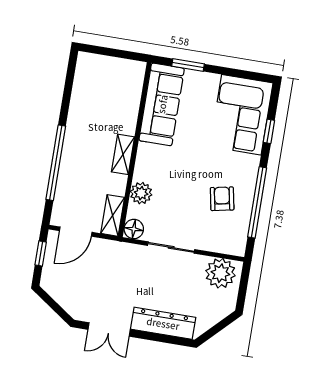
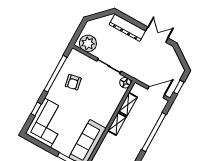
plant: (141, 193) -> (115, 100), removed
shelving: (113, 215) -> (128, 104), moved

